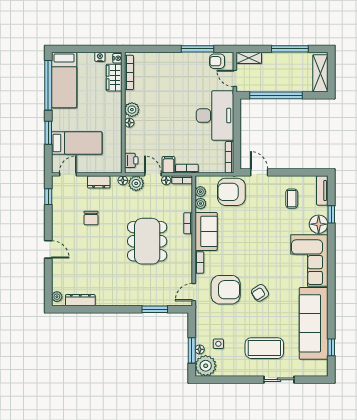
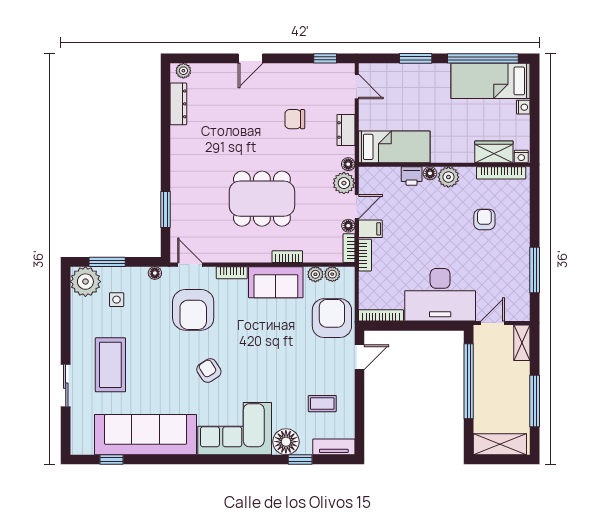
nightstand: (100, 57) -> (523, 107), moved
armchair: (217, 61) -> (484, 219), moved
bed: (77, 143) -> (394, 147), moved, turned -90
printer: (131, 160) -> (412, 176), moved
armchair: (260, 293) -> (209, 371), moved
floor lamp: (200, 349) -> (155, 273), moved

